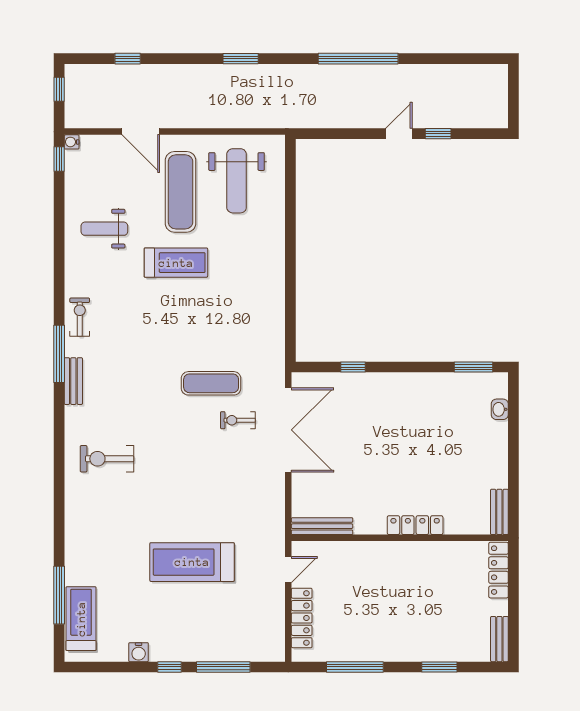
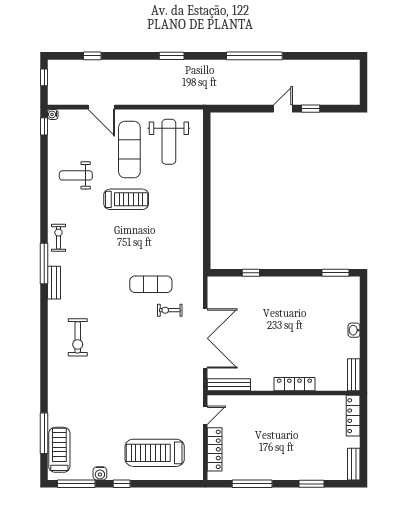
washbasin: (500, 409) -> (354, 330), moved
double door: (288, 430) -> (205, 338), moved
exercise bike: (107, 459) -> (78, 337), turned -90
treadmill: (192, 562) -> (155, 453), moved
window: (223, 667) -> (76, 484), moved

